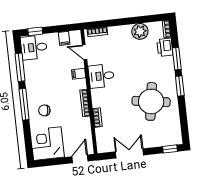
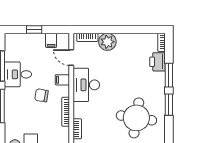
window: (35, 31) -> (34, 29), moved
plant: (140, 31) -> (107, 42), moved
desk: (34, 47) -> (18, 74), moved
desk: (101, 76) -> (86, 85), width x1.37
chair: (44, 110) -> (41, 95), moved

